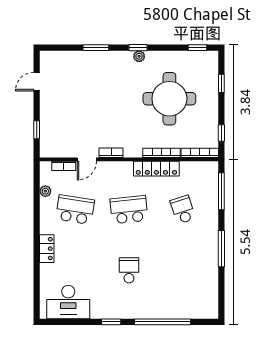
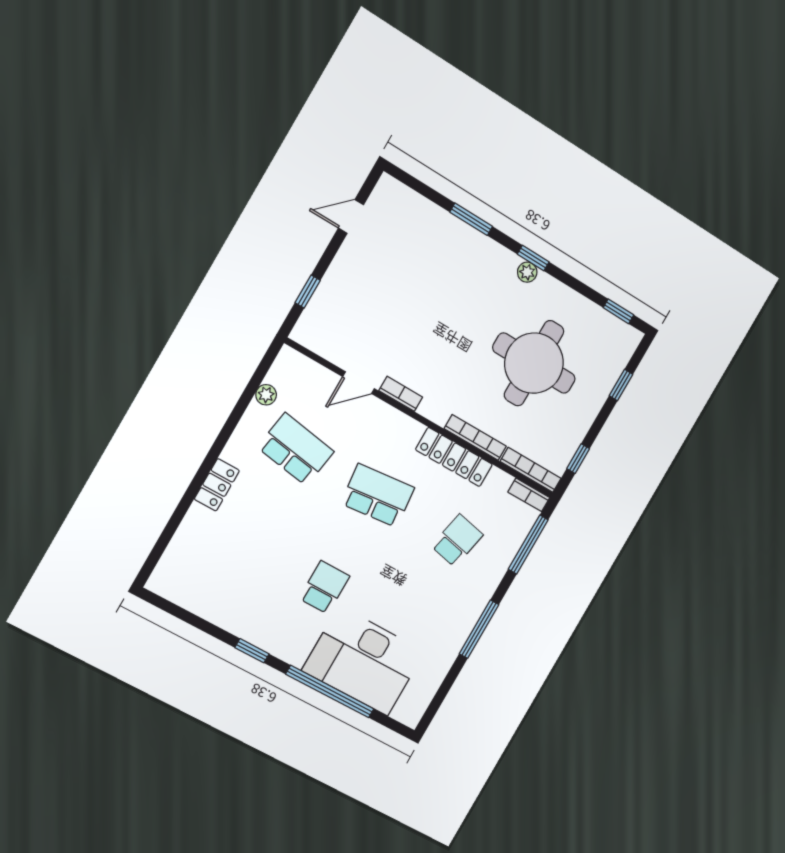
bookcase: (64, 166) -> (529, 495), moved
school desk: (183, 210) -> (457, 541), turned 30
desk: (68, 302) -> (364, 661), moved, width x1.36, depth x1.30

